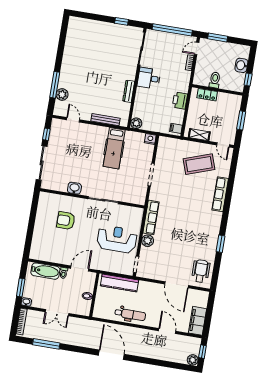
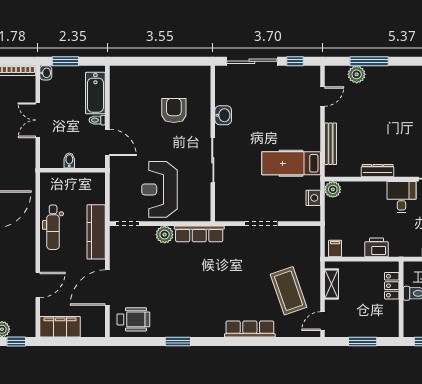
nightstand: (150, 139) -> (313, 198), moved
reception desk: (117, 239) -> (159, 189), turned 180
kitchen counter: (120, 283) -> (96, 232), moved

